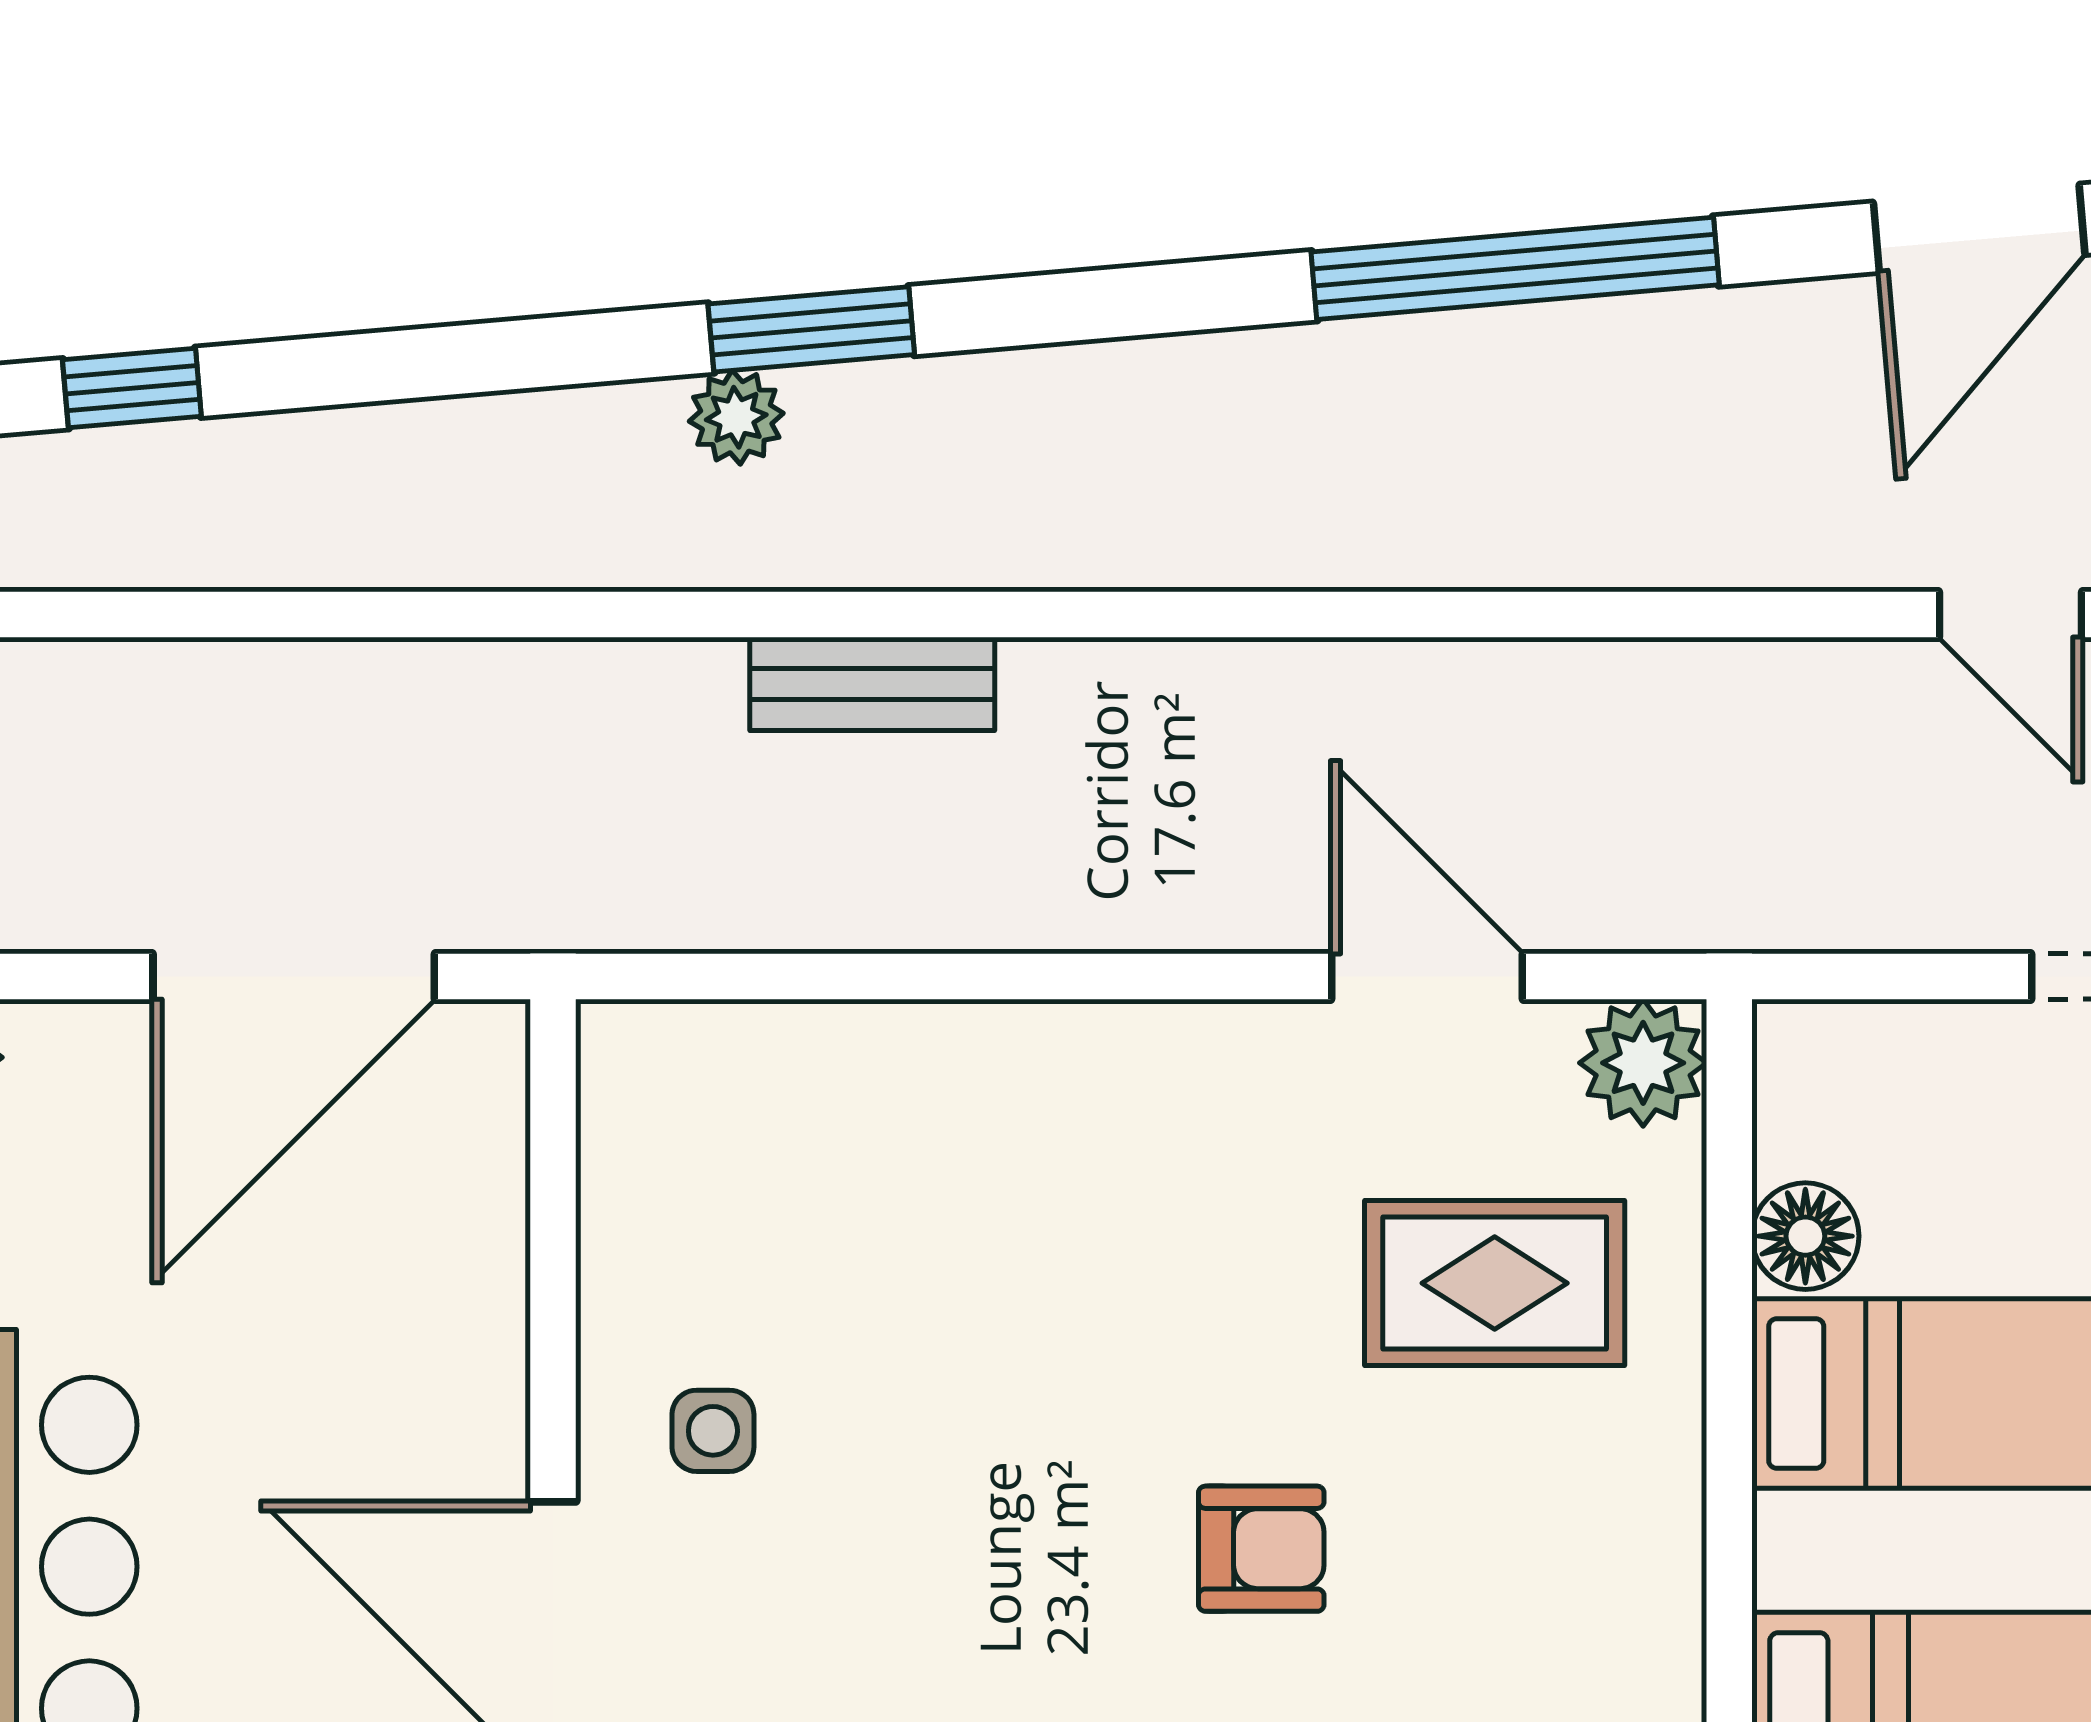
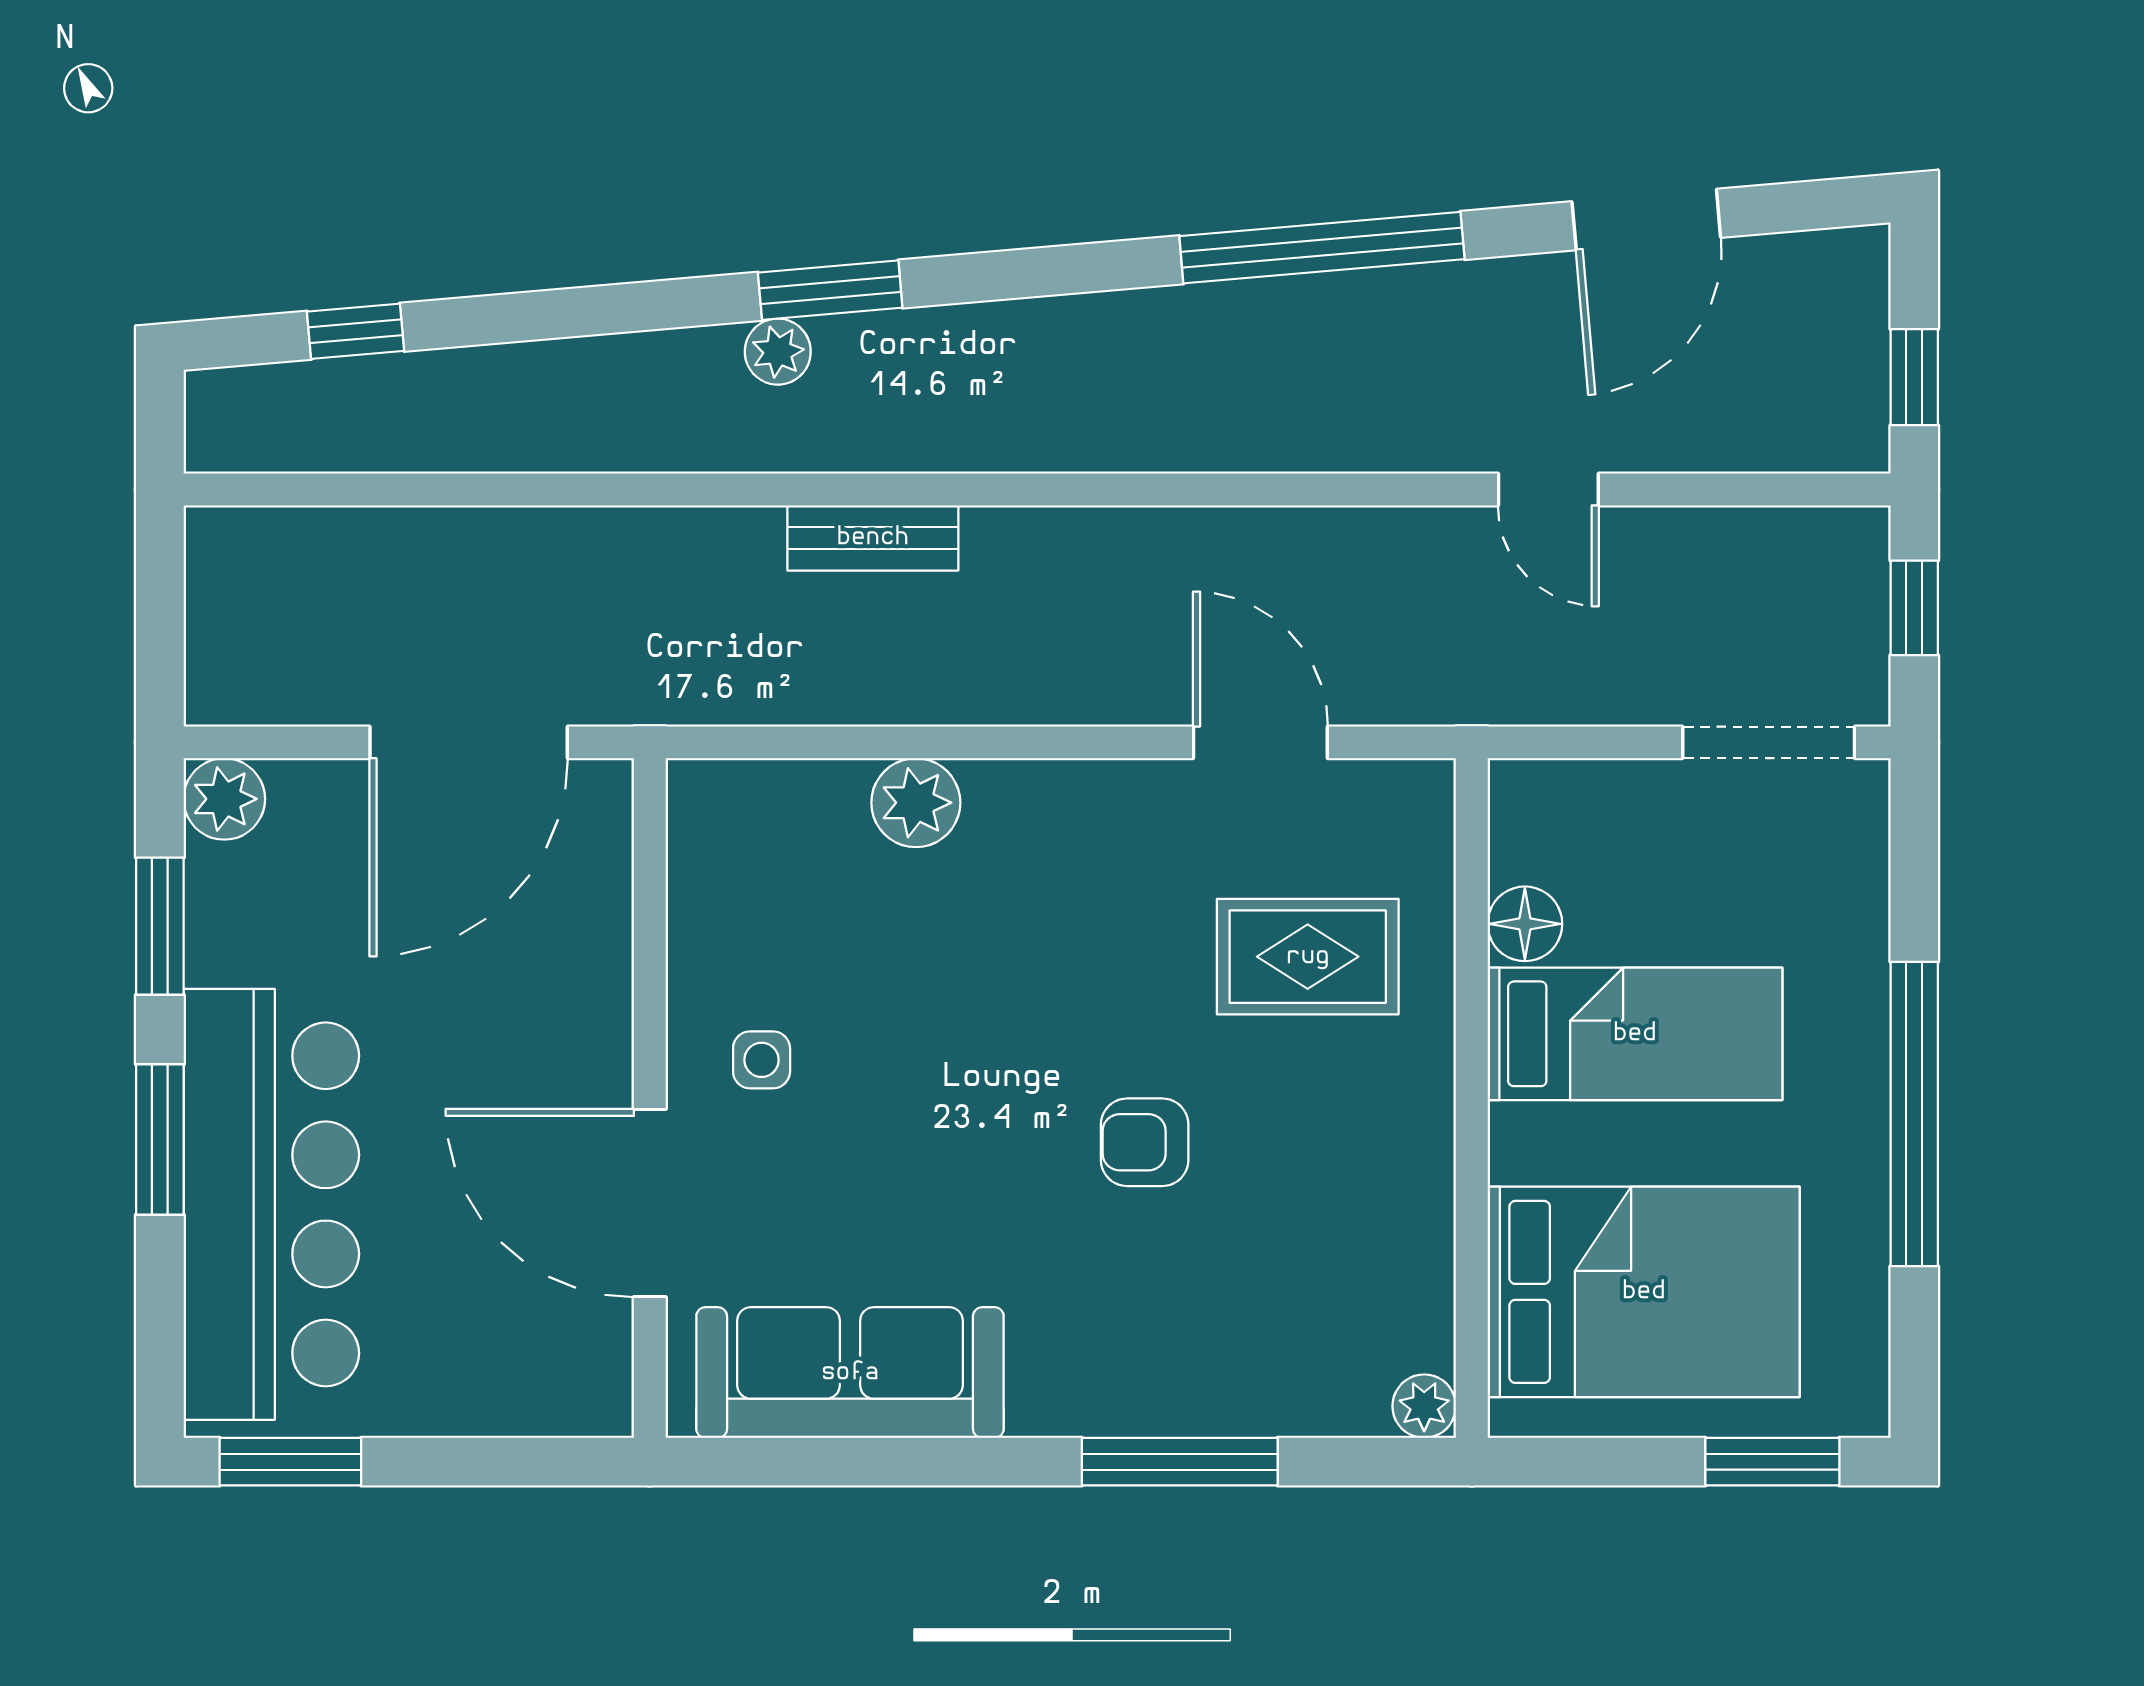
door: (2010, 615) -> (1548, 490), moved
plant: (1643, 1063) -> (916, 803), moved
armchair: (1261, 1549) -> (1145, 1142), turned 180

